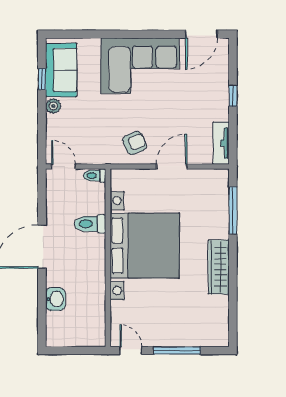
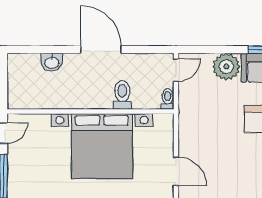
plant: (53, 106) -> (226, 67), width x1.87, depth x1.87
armchair: (134, 143) -> (198, 136), removed

